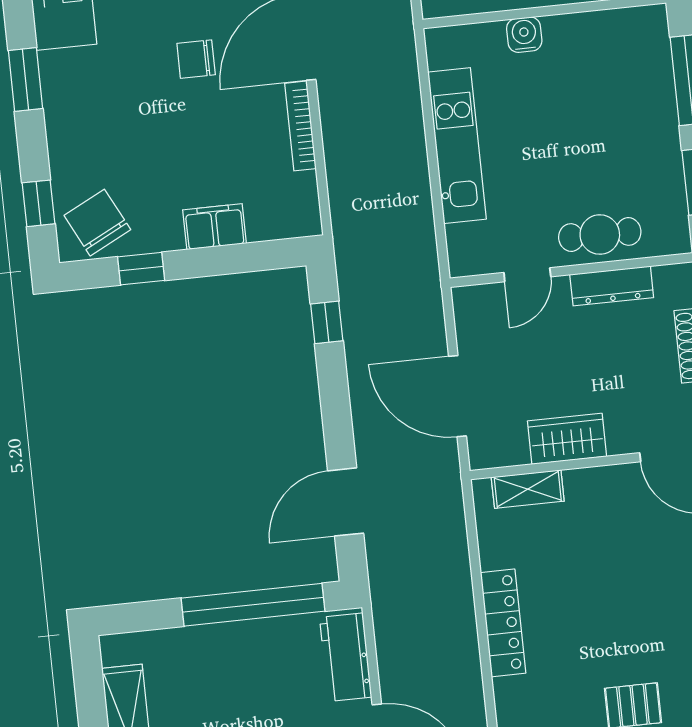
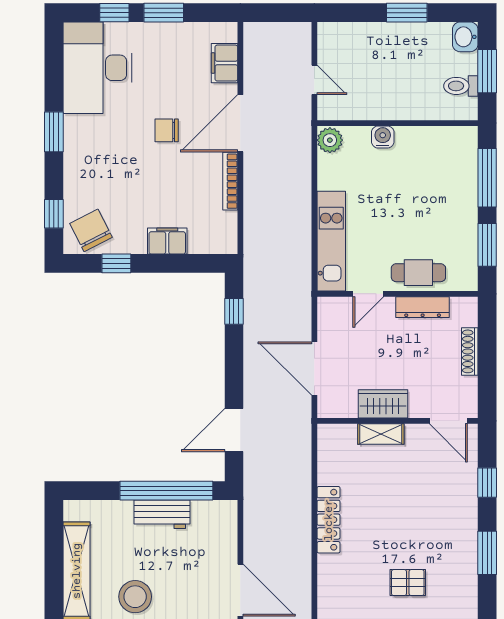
plant: (445, 48) -> (330, 140), added
kitchen unit: (457, 146) -> (331, 241), moved
shelving: (528, 489) -> (381, 434), moved
workbench: (346, 657) -> (162, 514), moved, turned -90

